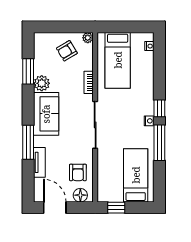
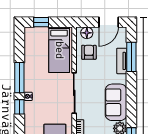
window: (28, 142) -> (131, 57), moved
bed: (136, 175) -> (59, 50), moved
door: (55, 208) -> (109, 22), hinge flipped
window: (116, 208) -> (41, 22), moved

